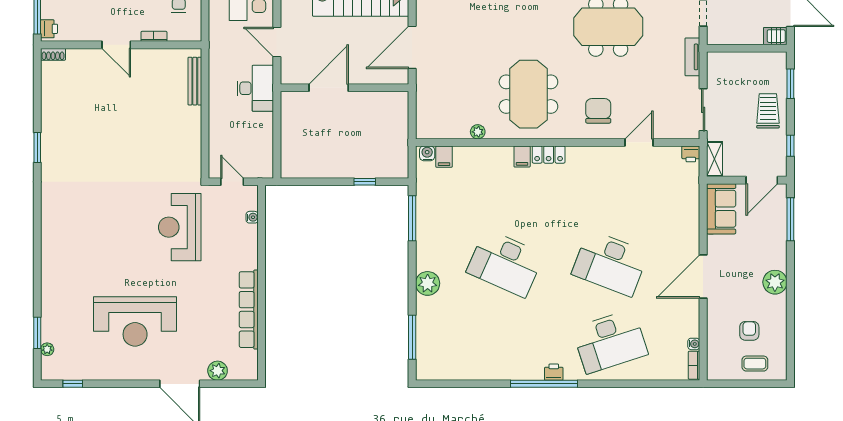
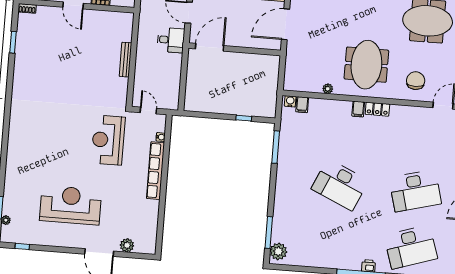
bench: (195, 81) -> (126, 60), moved
desk: (255, 88) -> (171, 40), width x0.73
door: (329, 88) -> (210, 47), moved
window: (37, 148) -> (13, 42), moved
desk: (610, 263) -> (415, 191), turned -36
plant: (428, 283) -> (278, 251), moved
row of seats: (249, 310) -> (156, 171), moved
reception desk: (135, 321) -> (71, 205), turned 180

